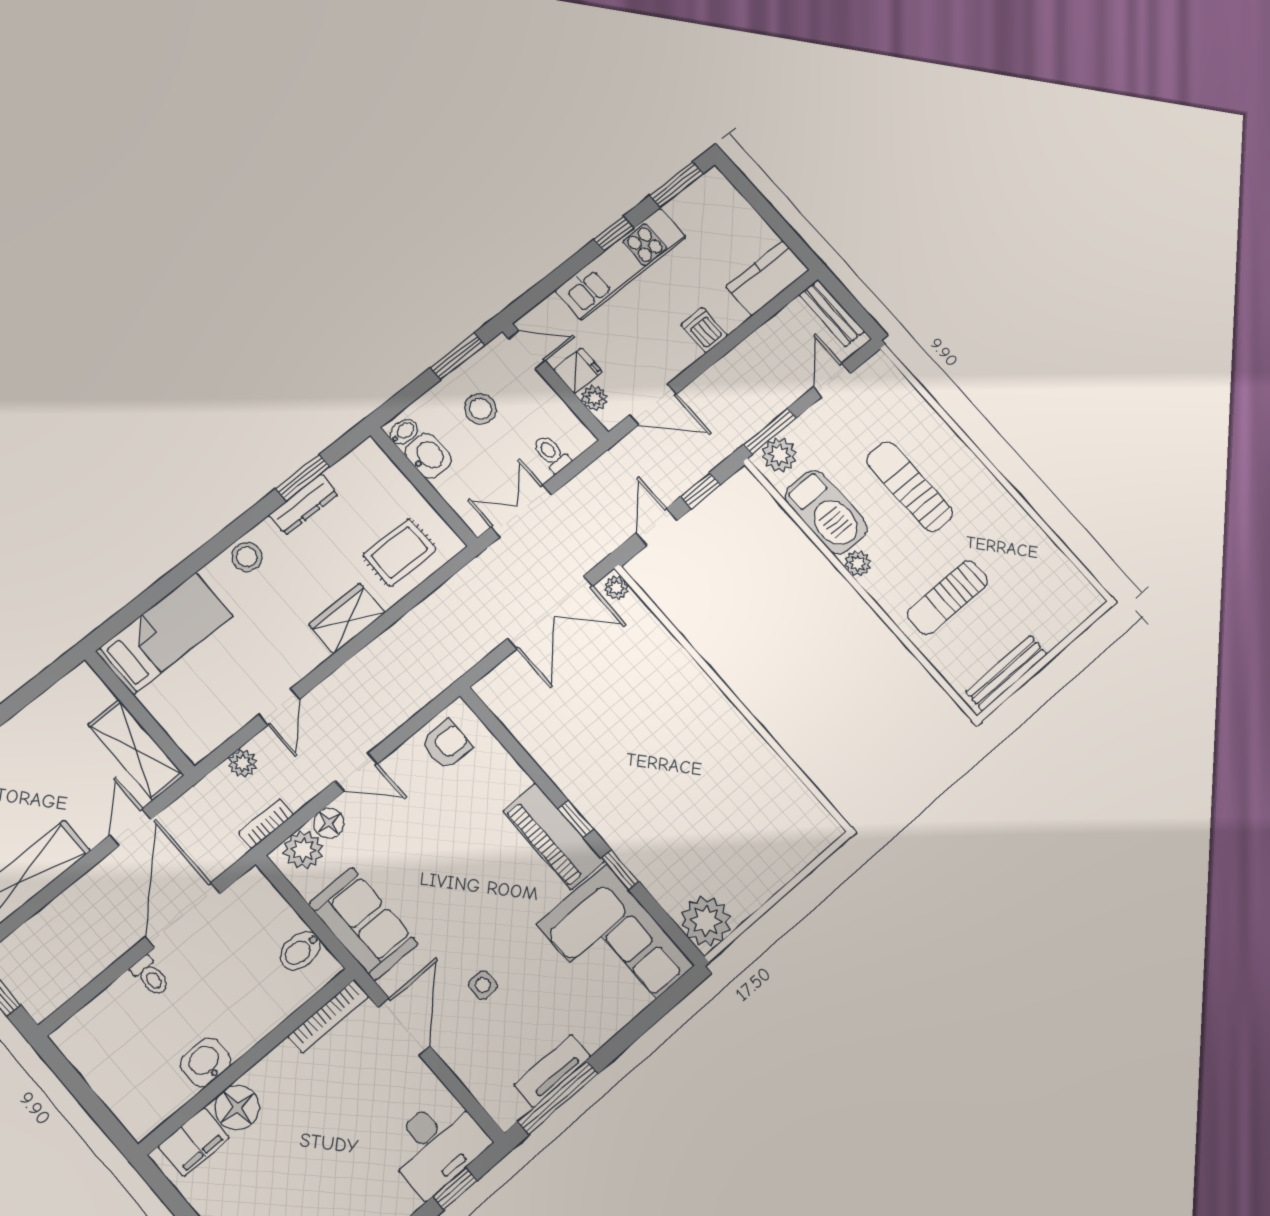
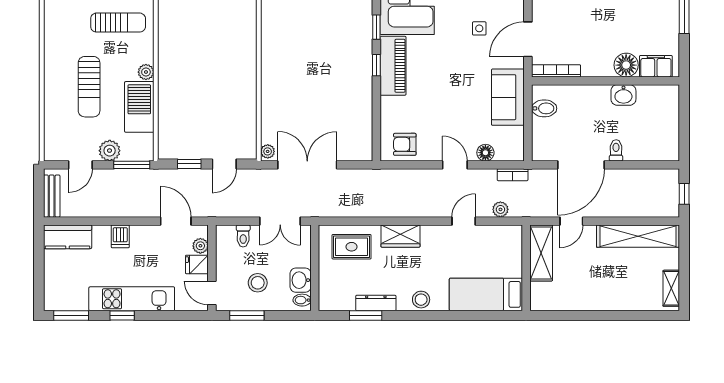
plant: (779, 455) -> (110, 151), moved
plant: (303, 850) -> (506, 150), removed

